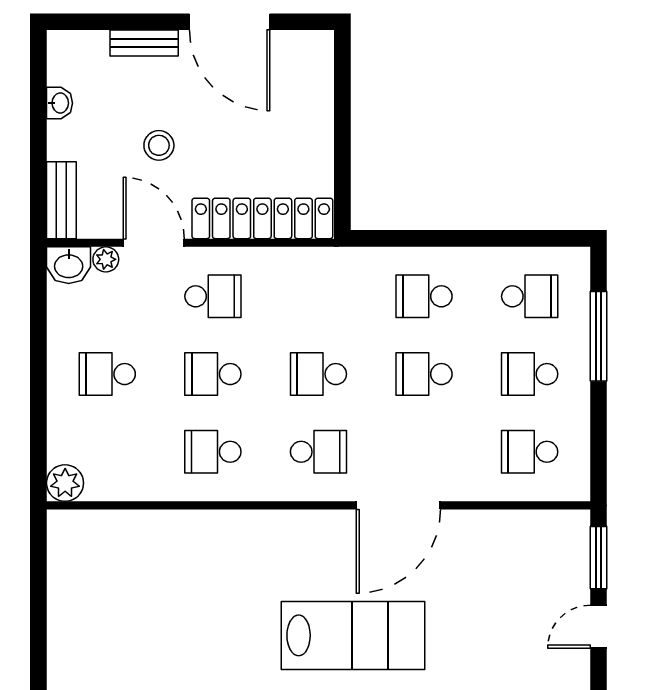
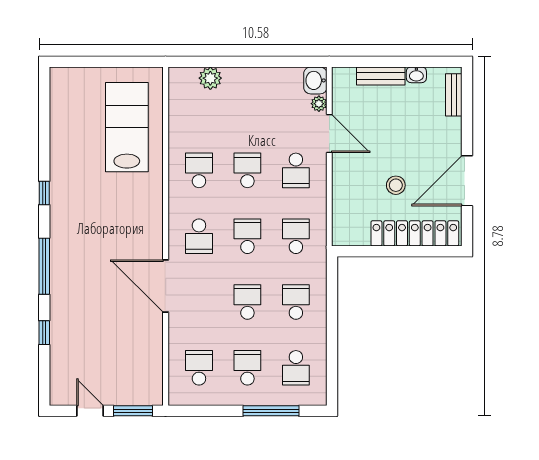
bench: (144, 43) -> (454, 95), moved
stool: (159, 145) -> (396, 185), moved
bench: (61, 200) -> (381, 76), moved
locker: (262, 218) -> (415, 233), moved, turned -90
door: (154, 243) -> (329, 133), hinge flipped
school desk: (107, 374) -> (296, 236), moved
plant: (65, 483) -> (210, 78), moved
lab bench: (353, 635) -> (127, 127), moved, turned 180

